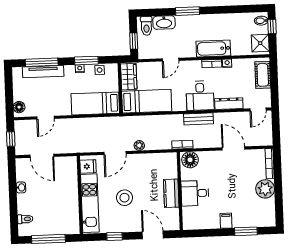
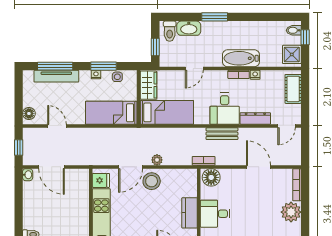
door: (45, 118) -> (57, 126), swing flipped
washbasin: (21, 187) -> (28, 175), moved
stool: (124, 198) -> (152, 181), moved

